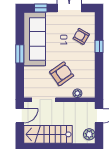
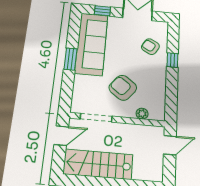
armchair: (62, 74) -> (123, 88), turned -107
plant: (89, 134) -> (156, 169), removed

